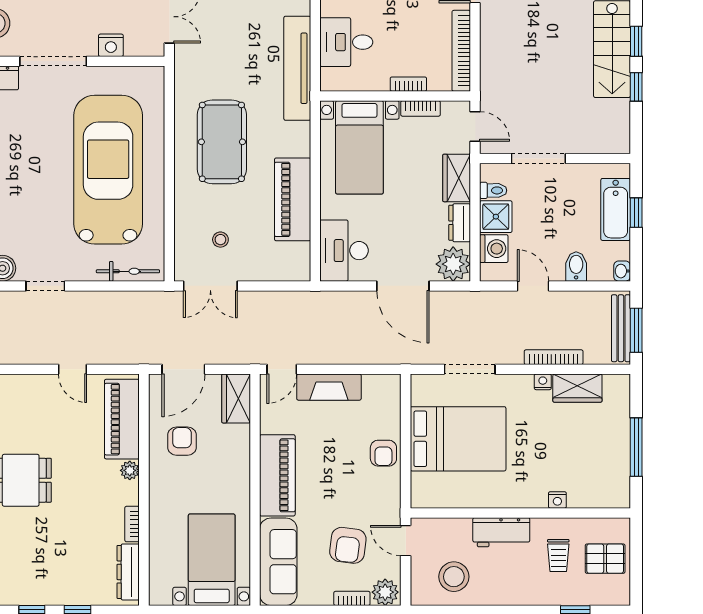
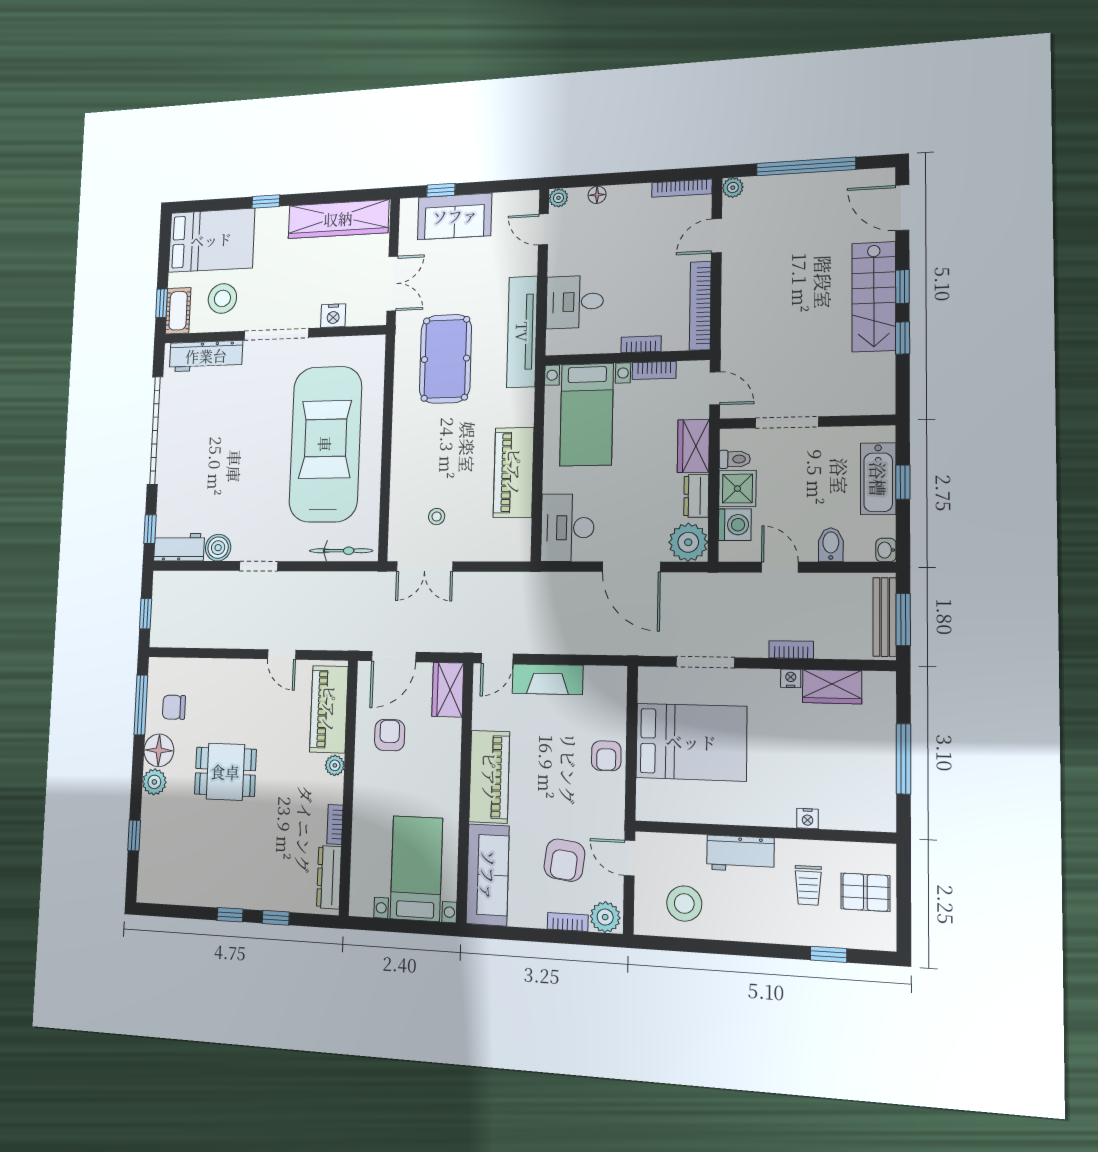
pool table: (222, 142) -> (445, 359), moved
bookcase: (554, 357) -> (791, 650), width x0.64

